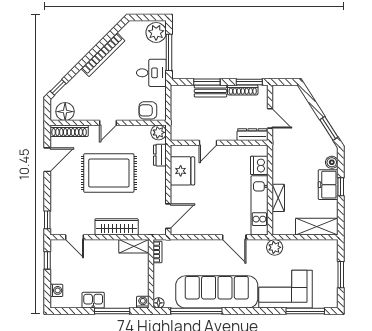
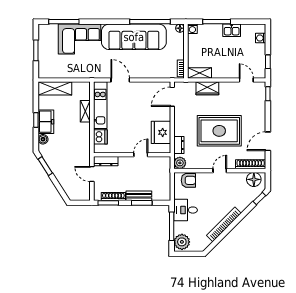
wardrobe: (117, 227) -> (207, 88), width x0.67
plant: (275, 247) -> (88, 72), removed

